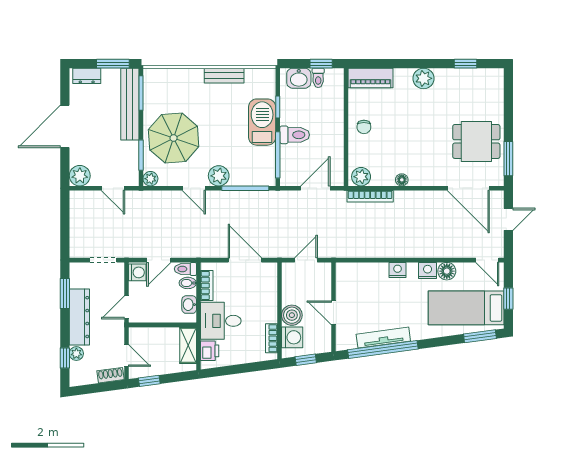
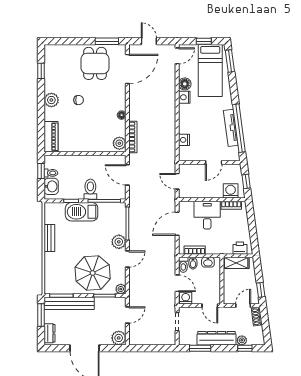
chair: (364, 127) -> (79, 100), moved
nightstand: (398, 270) -> (184, 140), moved
boiler: (292, 315) -> (215, 191), removed
desk: (221, 321) -> (207, 215), moved, turned 180

